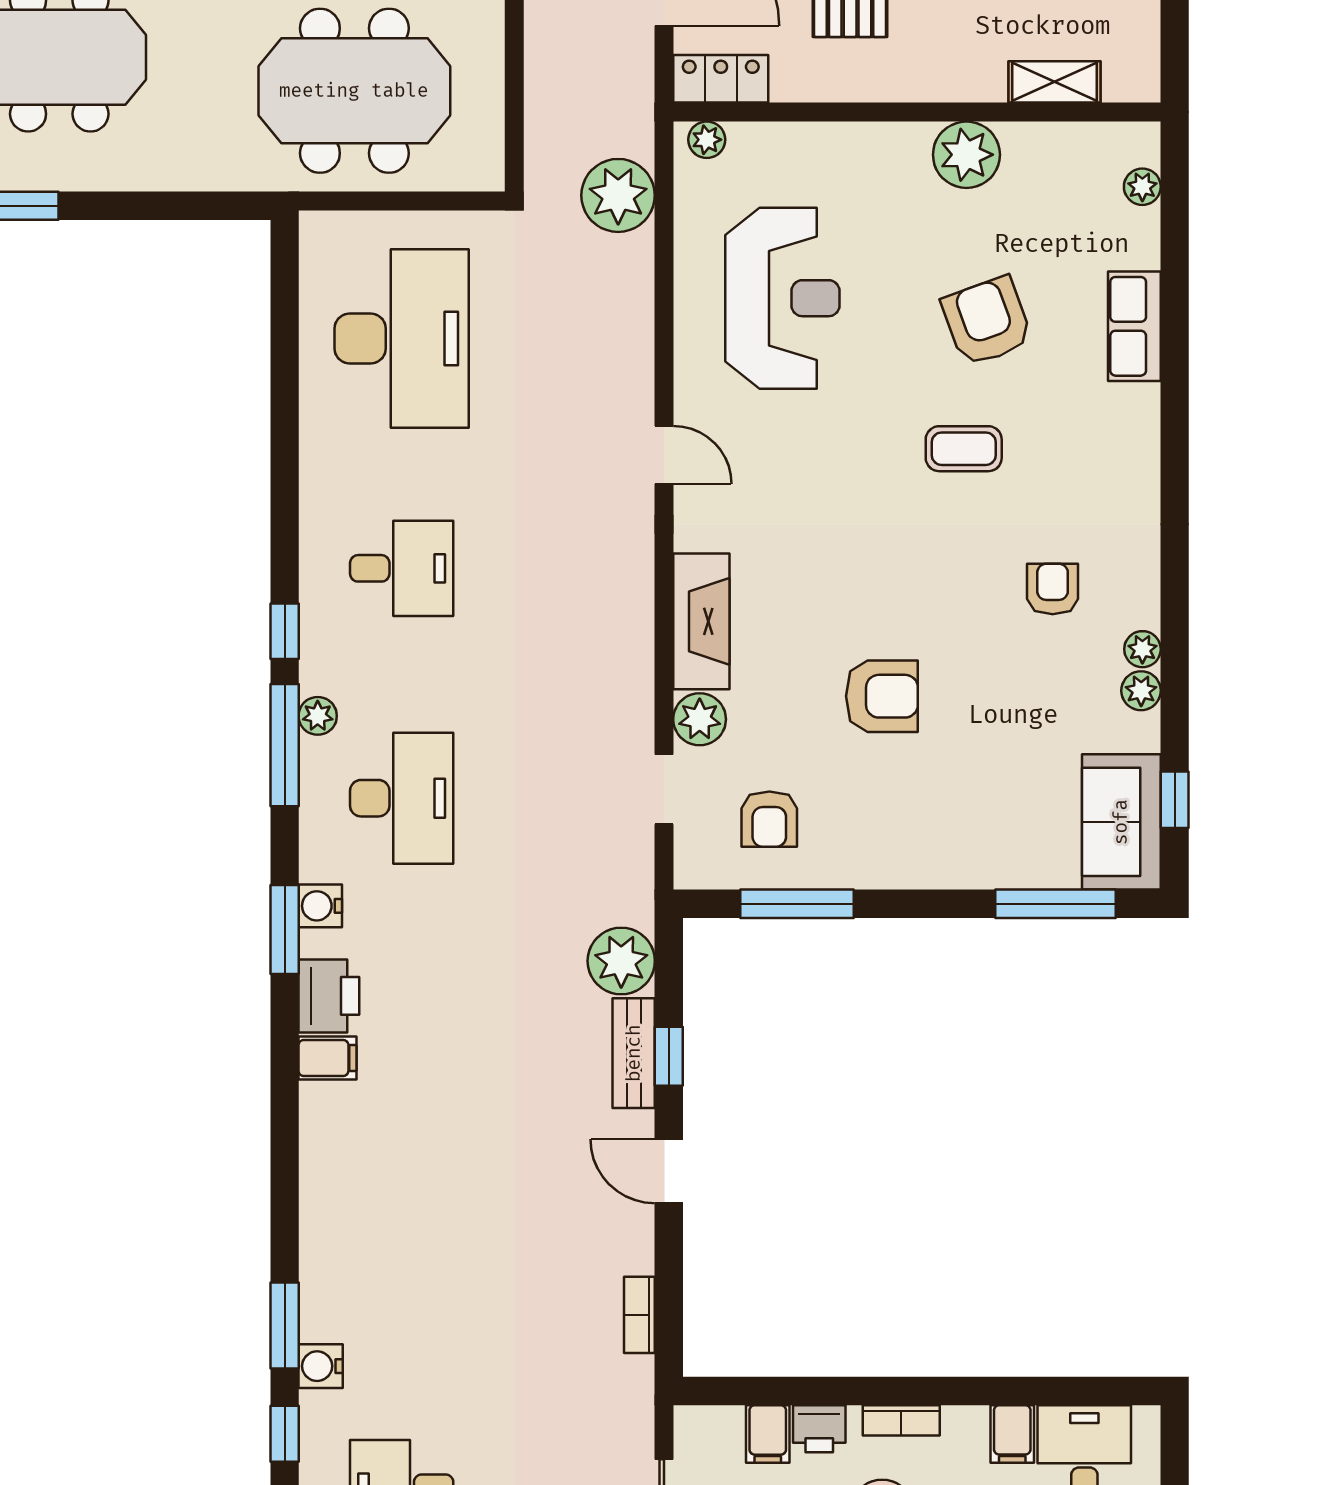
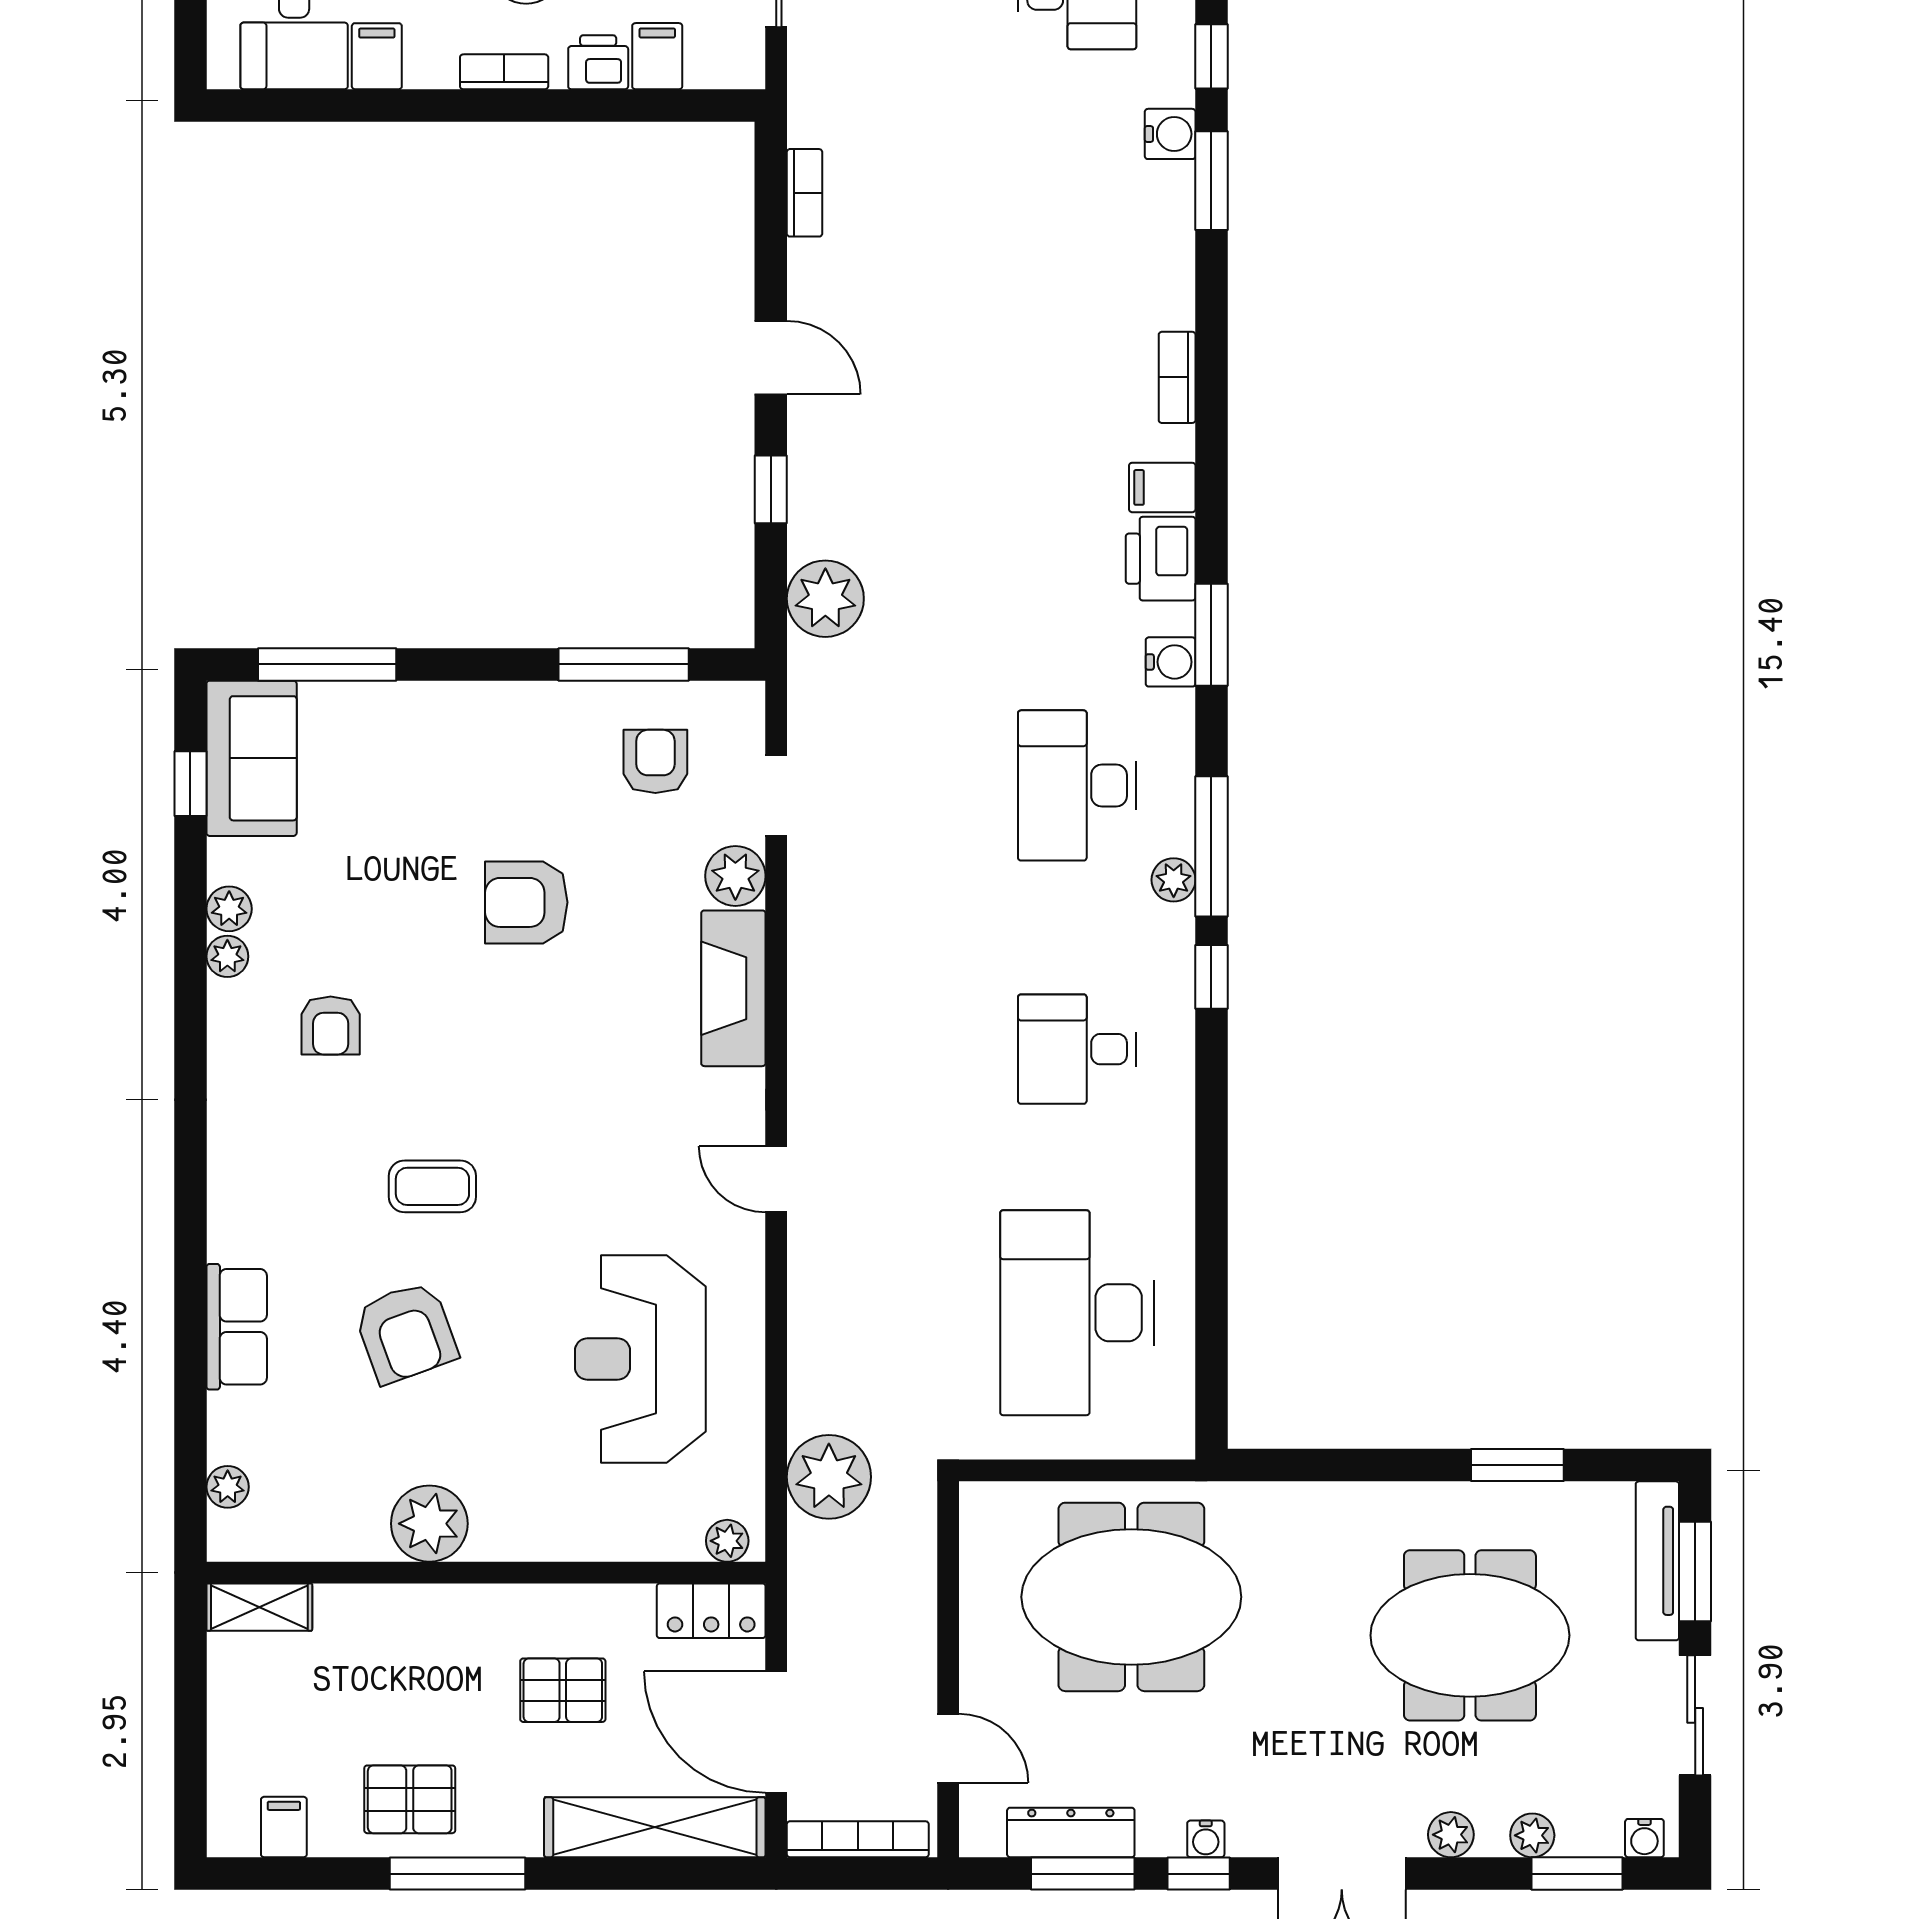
shelving: (1054, 82) -> (259, 1607), moved
bench: (634, 1053) -> (811, 493), removed
bookcase: (315, 1154) -> (1177, 377), added

